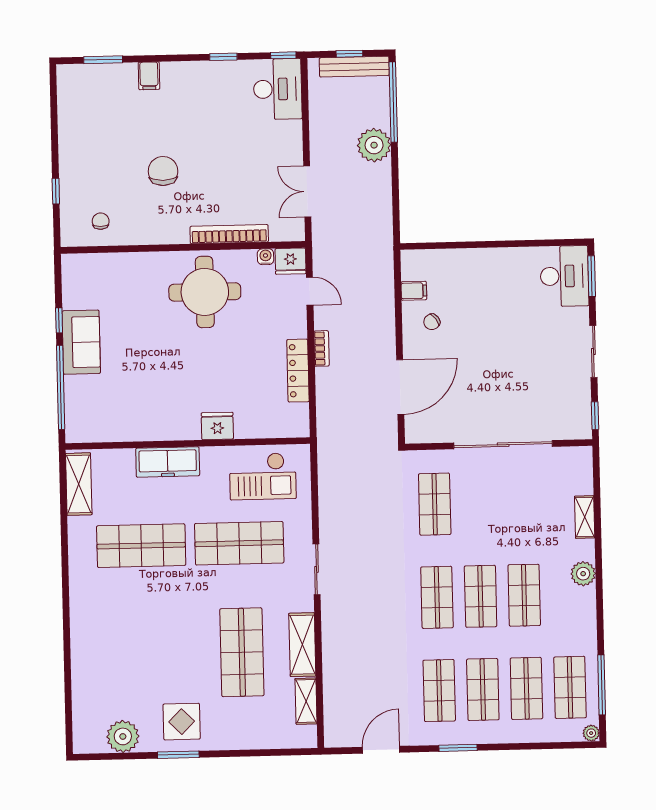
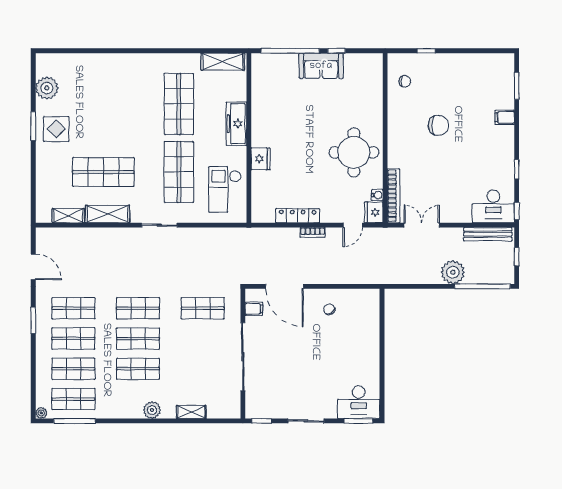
bench: (354, 67) -> (488, 234), moved, turned 90
bookcase: (229, 234) -> (394, 196), moved
filing cabinet: (414, 291) -> (254, 309), moved, turned -90

